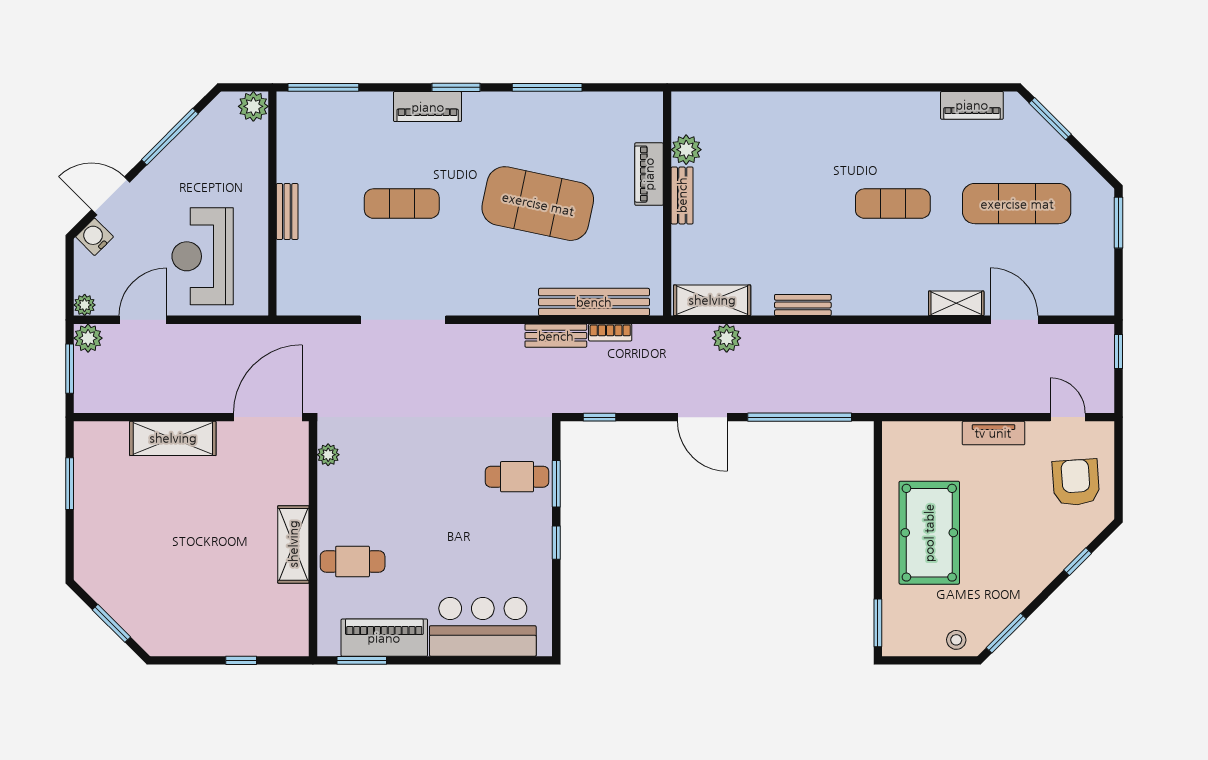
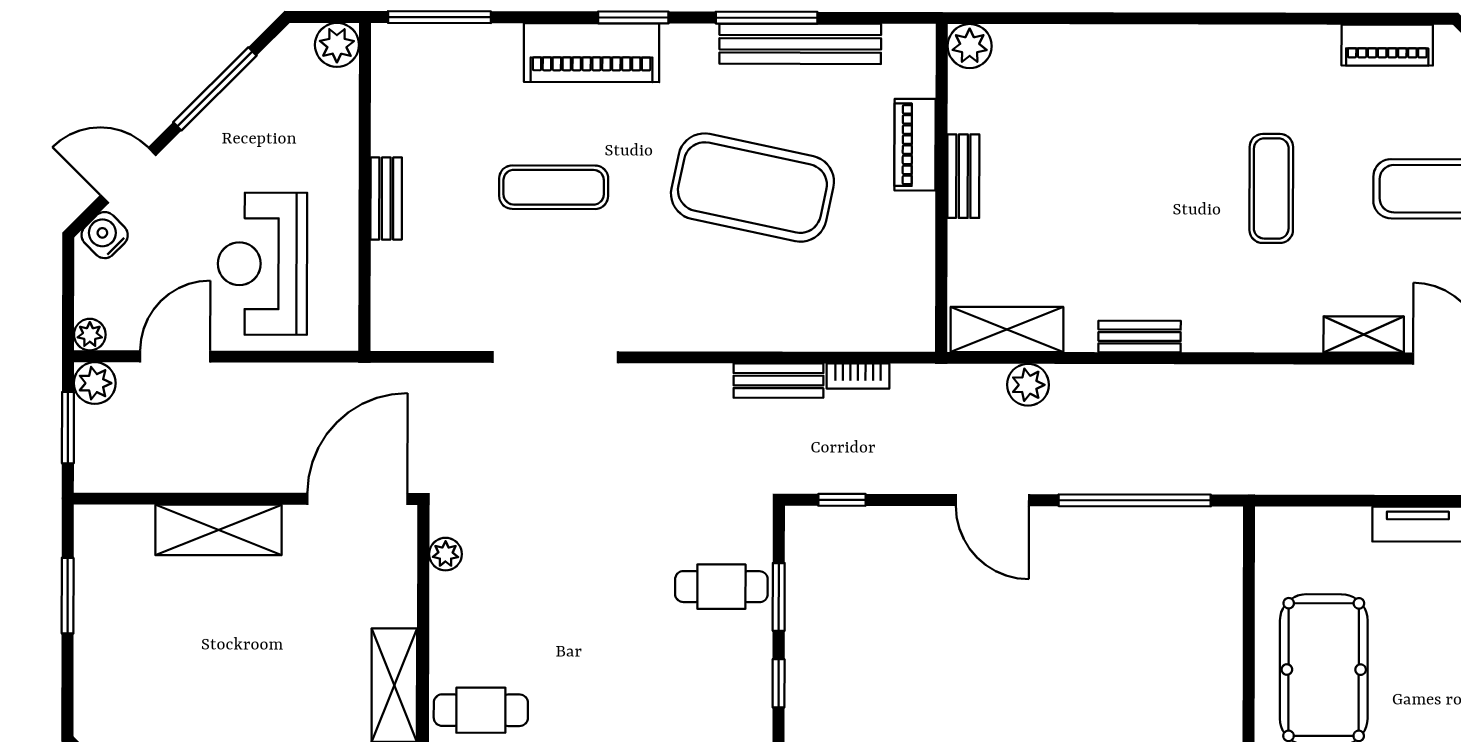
piano: (428, 107) -> (592, 53), width x1.37, depth x1.33
plant: (686, 150) -> (970, 46), moved
exercise mat: (893, 204) -> (1271, 188), turned 90
bench: (594, 302) -> (800, 44), moved

